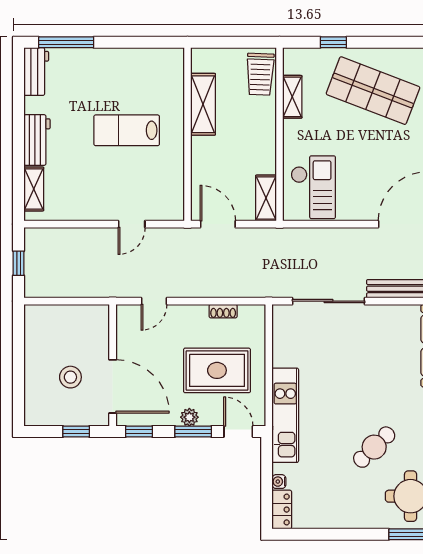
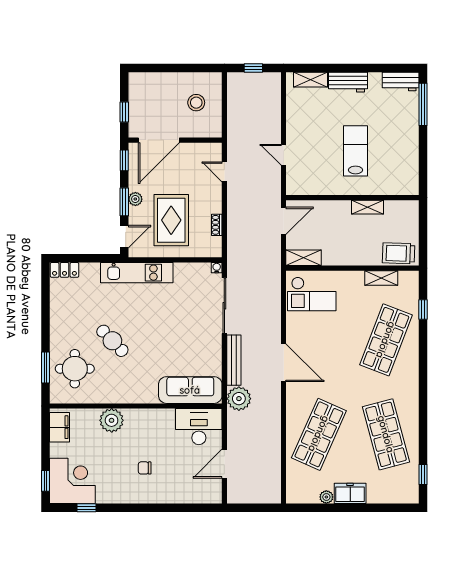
shelving: (203, 104) -> (368, 207), width x0.67, depth x0.75
stool: (70, 377) -> (196, 103), moved
water cooler: (279, 482) -> (217, 268), moved

